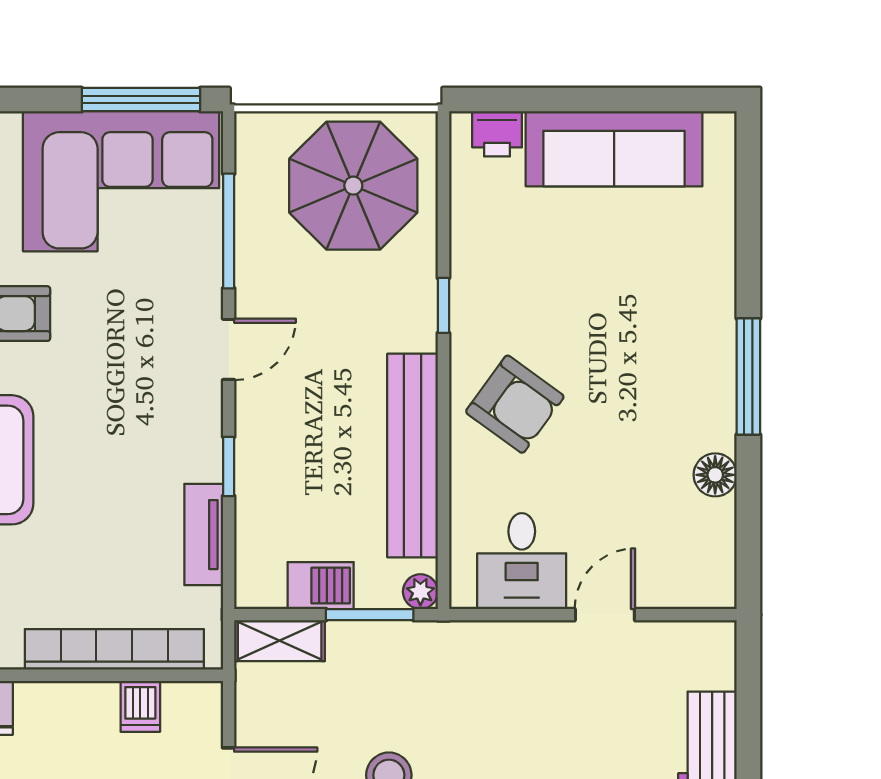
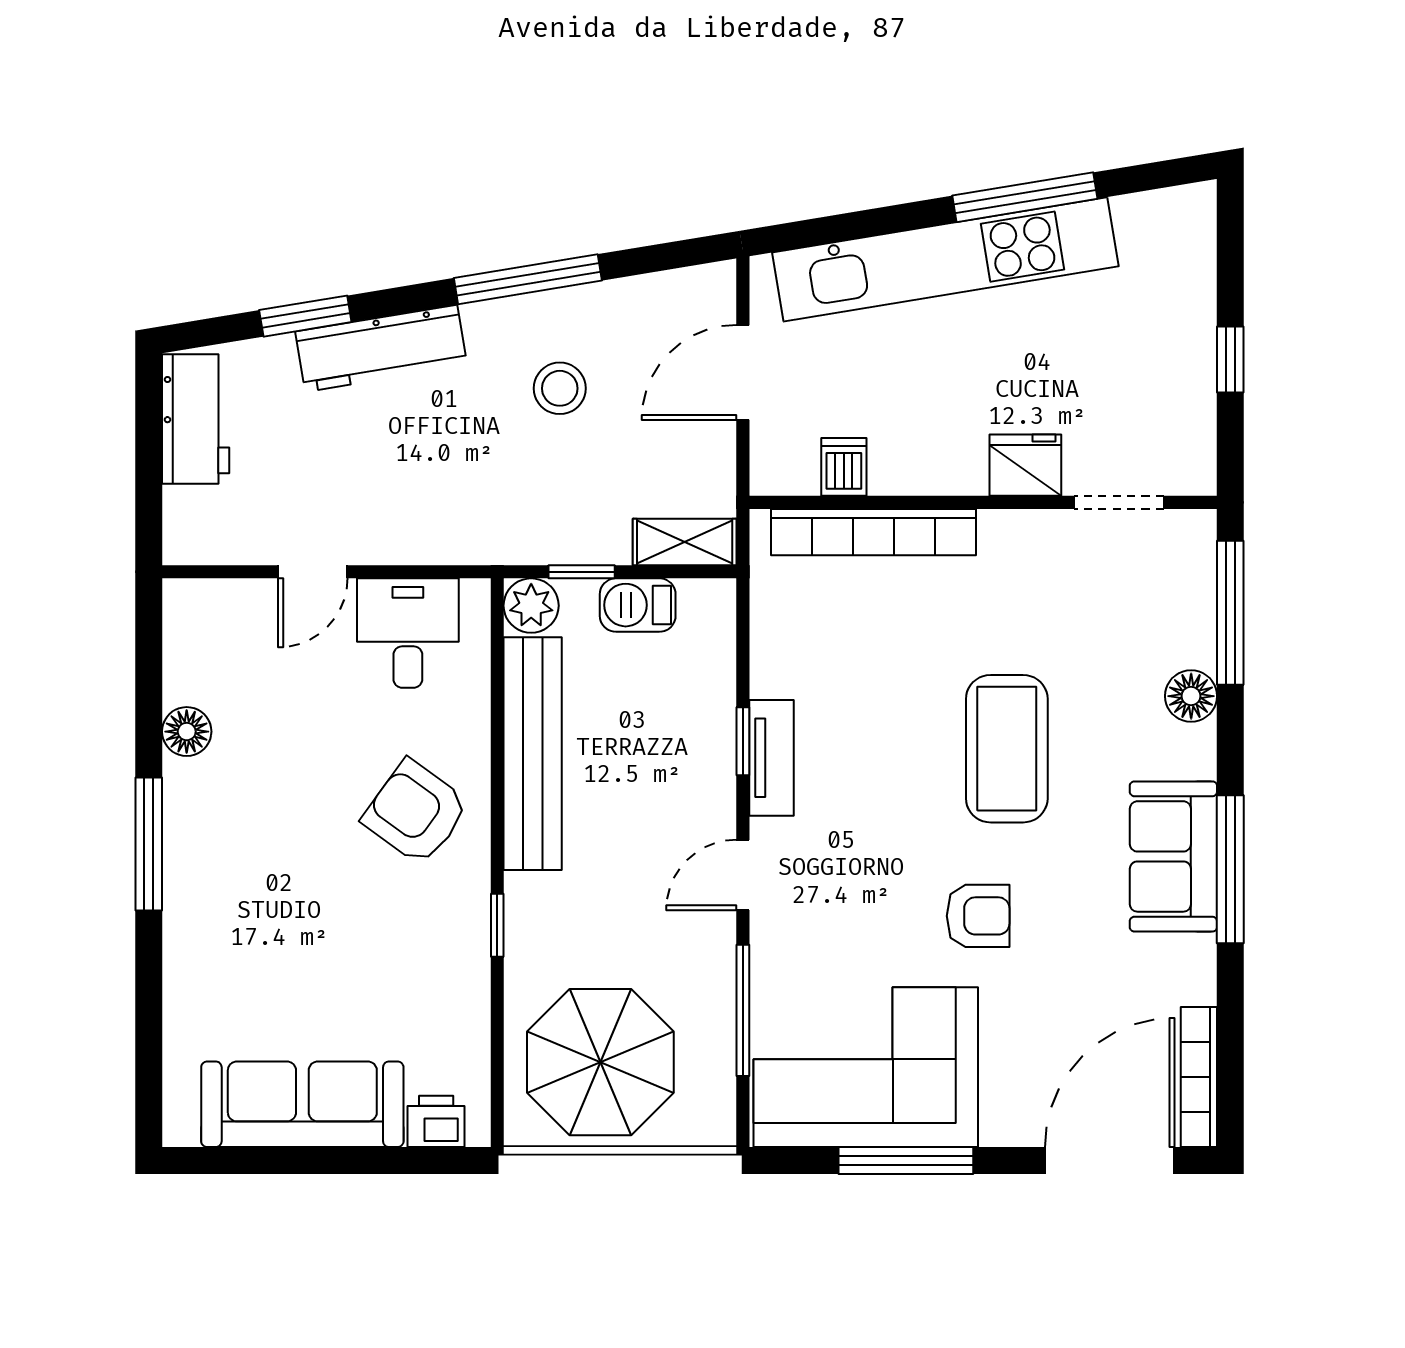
window: (141, 100) -> (906, 1161), moved
tv unit: (204, 535) -> (771, 758), moved
plant: (420, 592) -> (531, 606), width x1.38, depth x1.38
window: (370, 615) -> (582, 572), width x0.67

